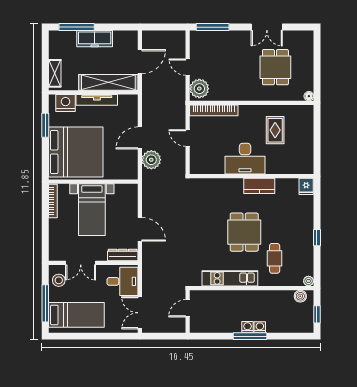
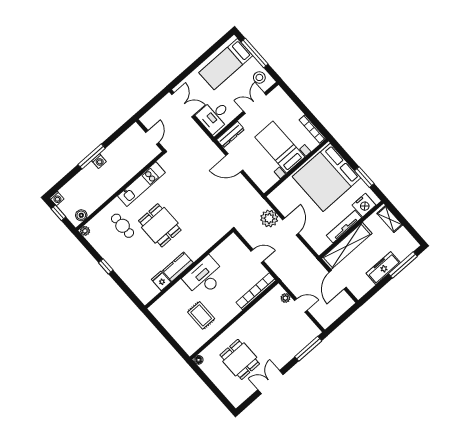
plant: (199, 89) -> (285, 298), width x0.53, depth x0.53
fridge: (306, 186) -> (161, 281), moved
washing machine: (260, 327) -> (57, 198), moved

